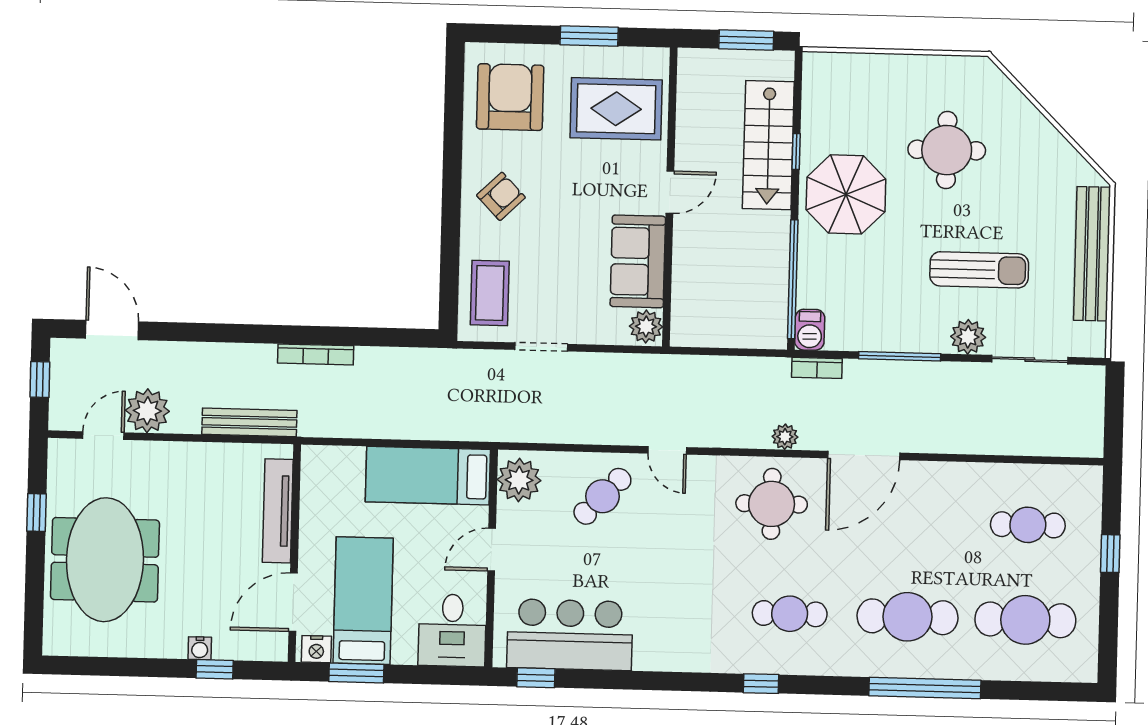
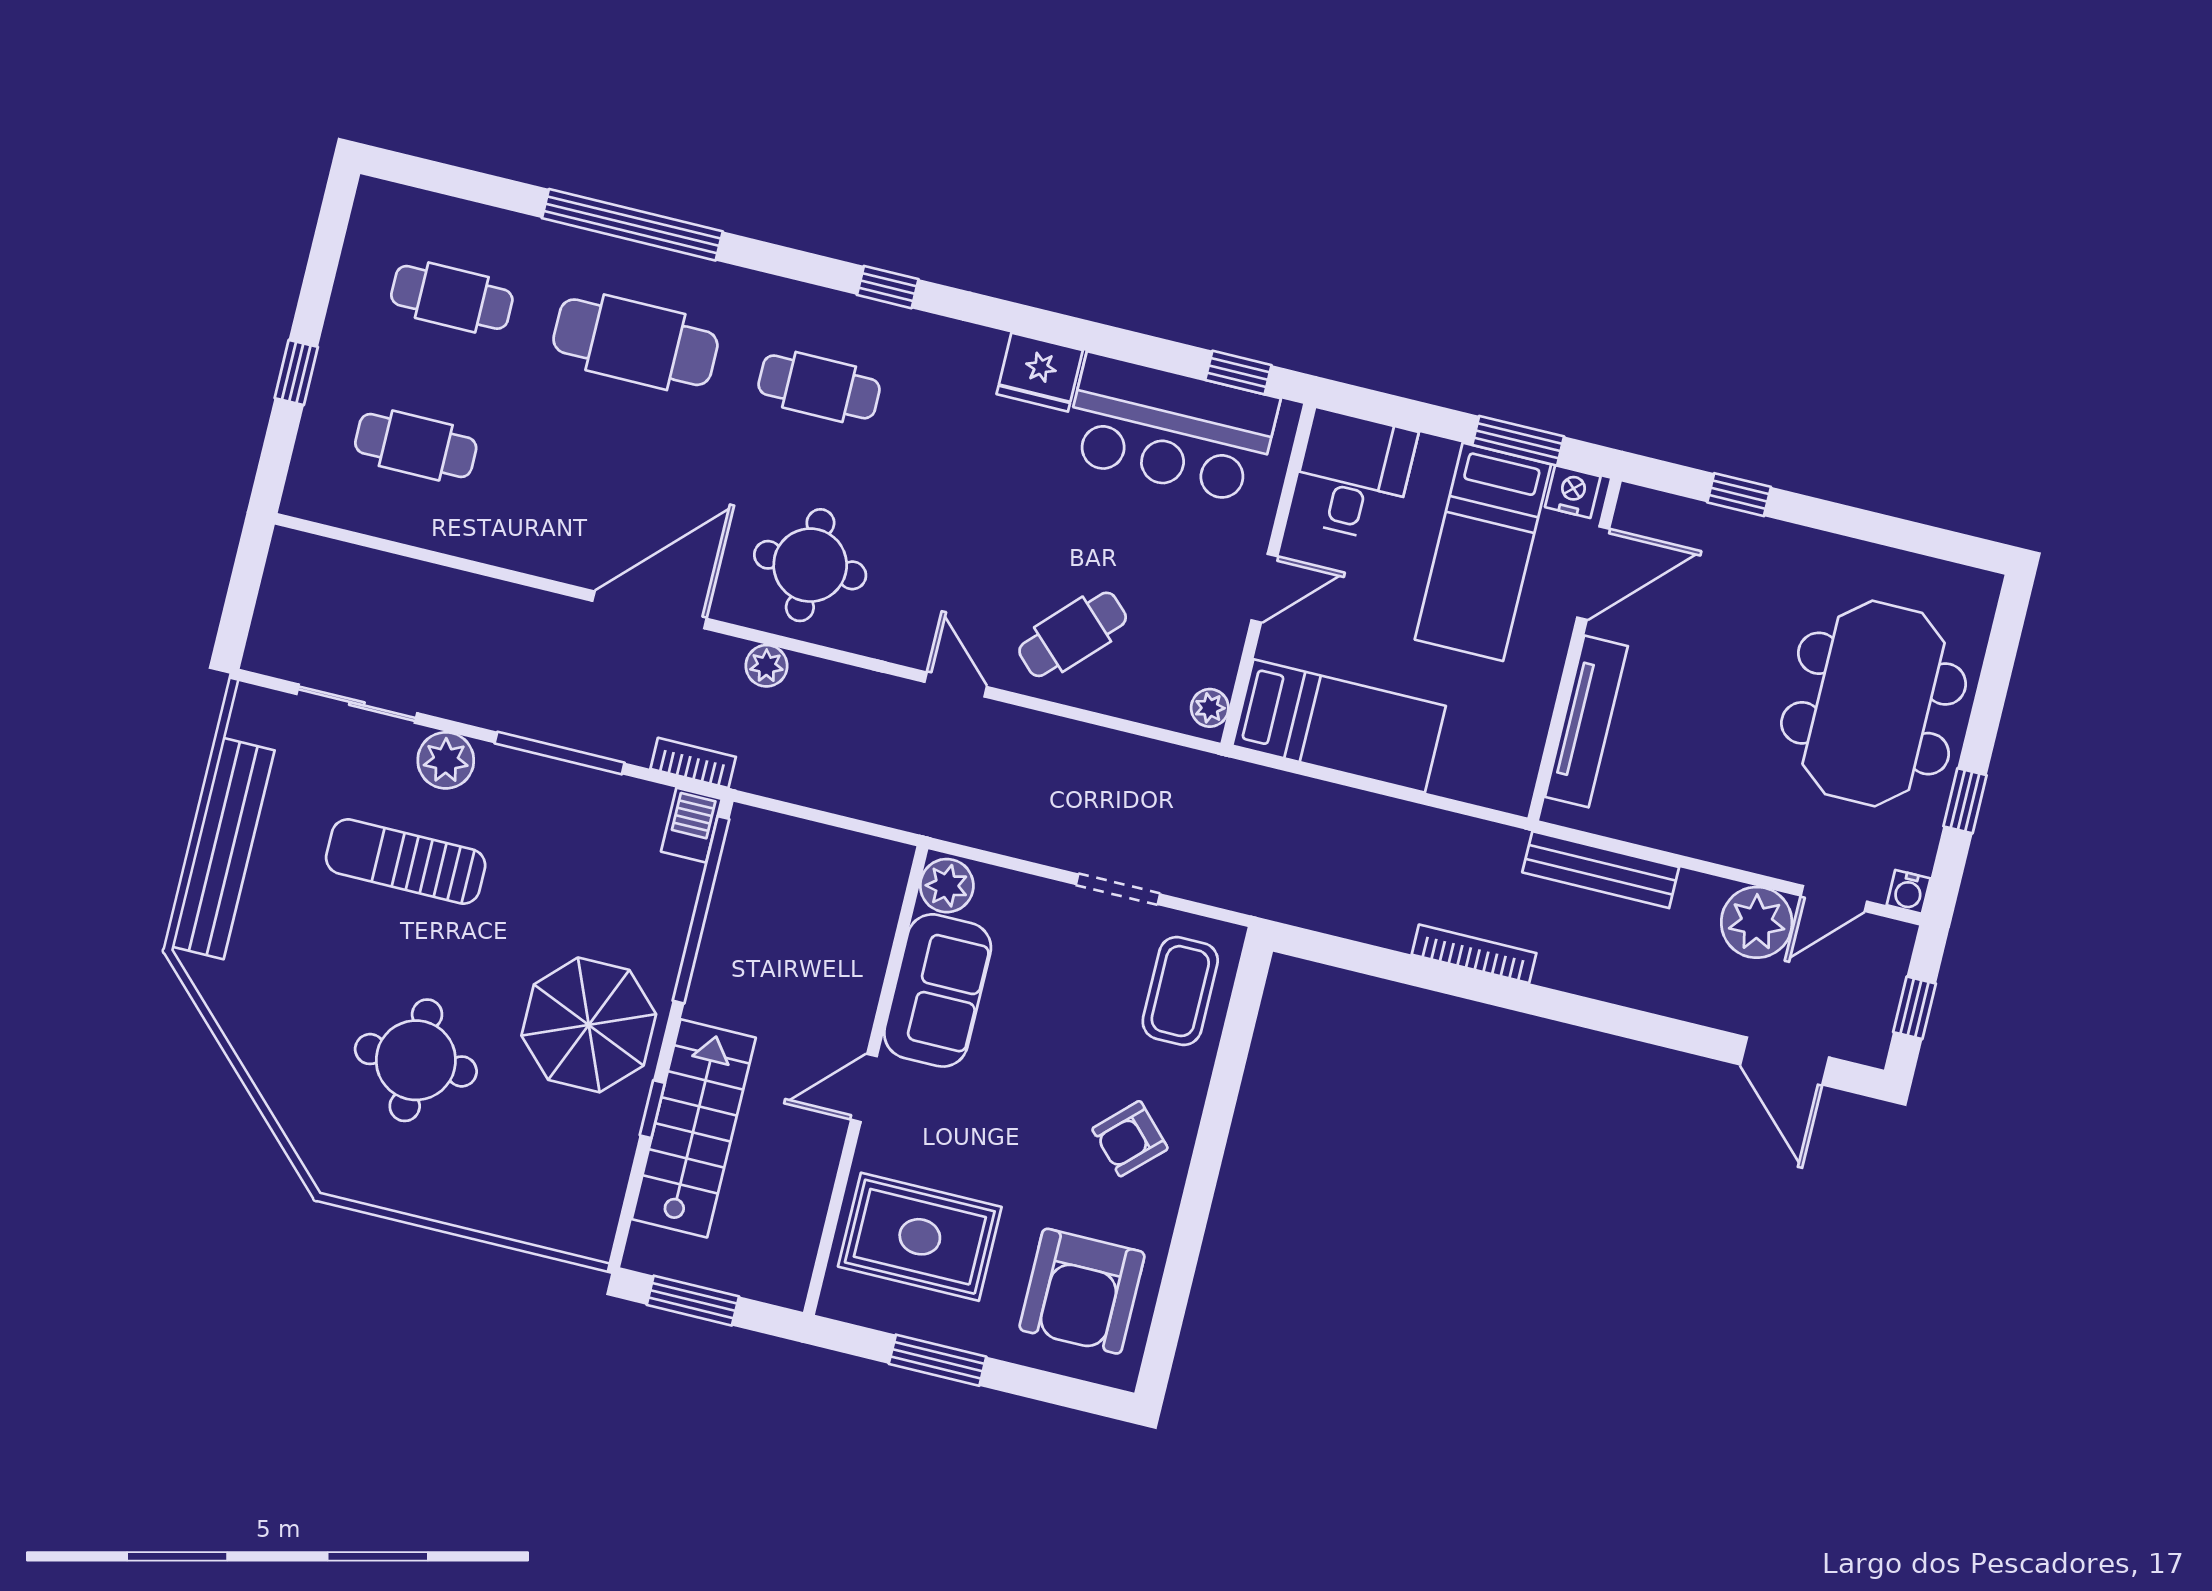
plant: (519, 480) -> (1210, 708), width x0.53, depth x0.53
cafe table: (1025, 620) -> (452, 297), width x0.73, depth x0.74
water cooler: (200, 648) -> (1909, 892), moved, turned 180
fridge: (657, 652) -> (1040, 372), added

